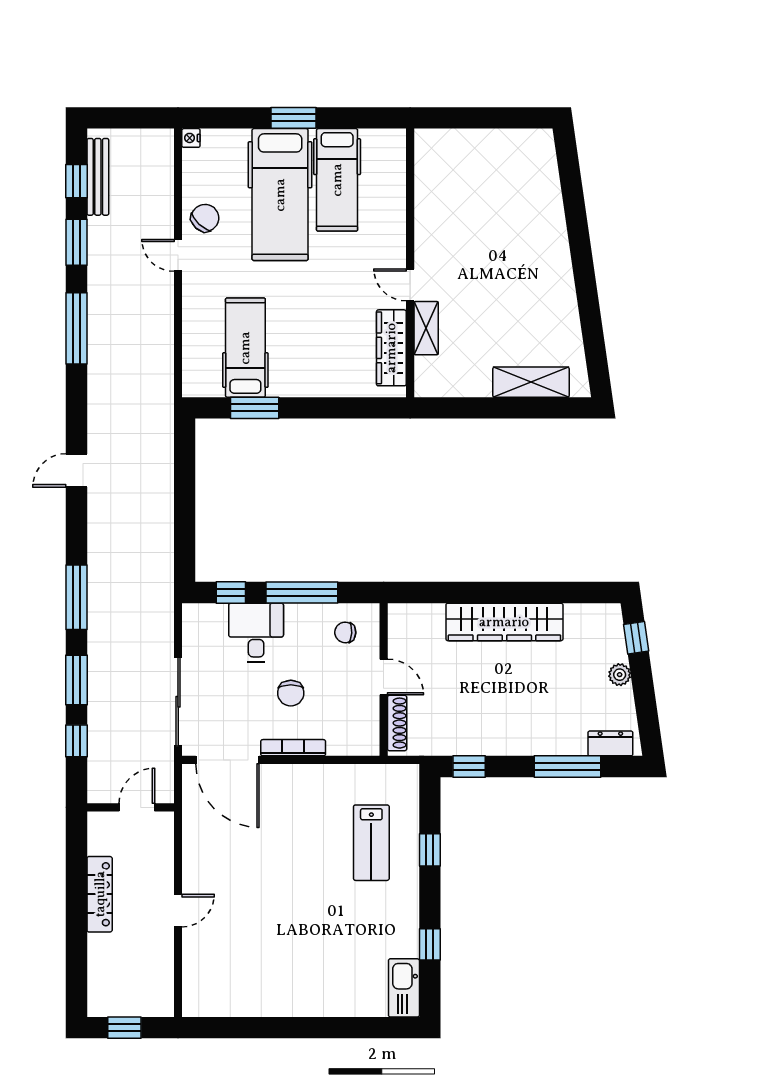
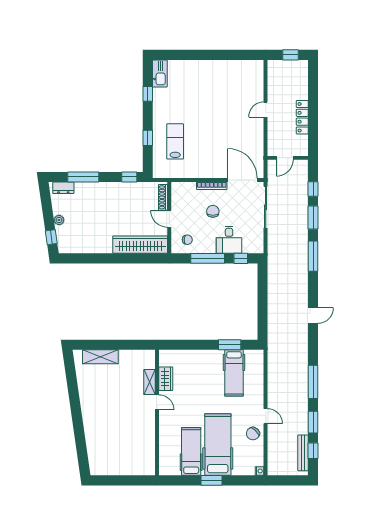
wardrobe: (391, 348) -> (166, 379), width x0.67
wardrobe: (504, 622) -> (140, 245), moved

